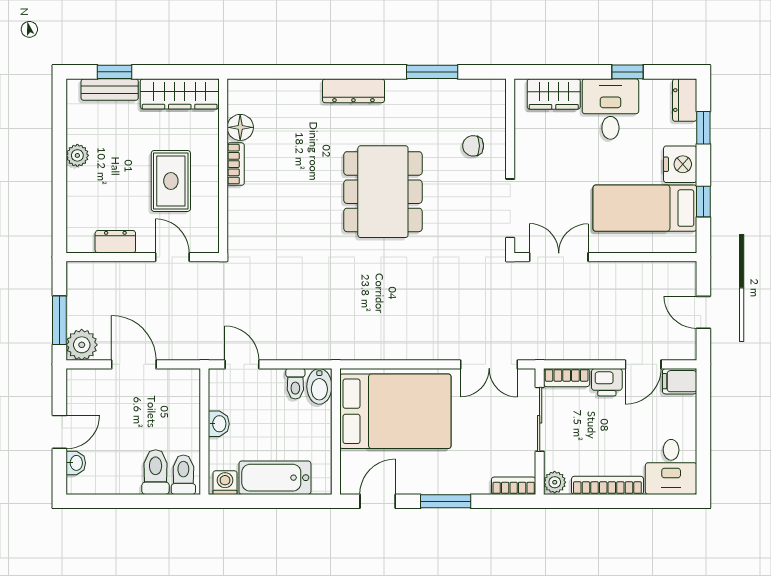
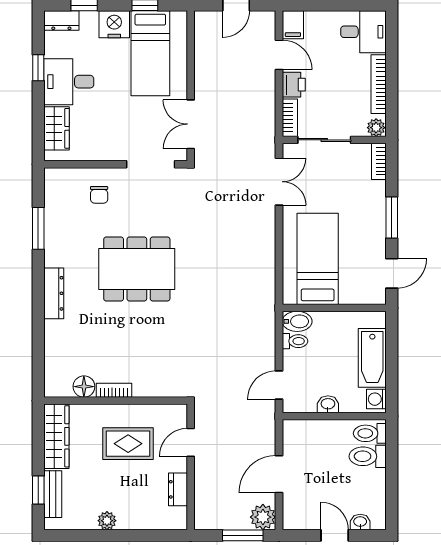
bed: (395, 411) -> (318, 259), width x0.67
door: (378, 501) -> (392, 273), swing flipped

